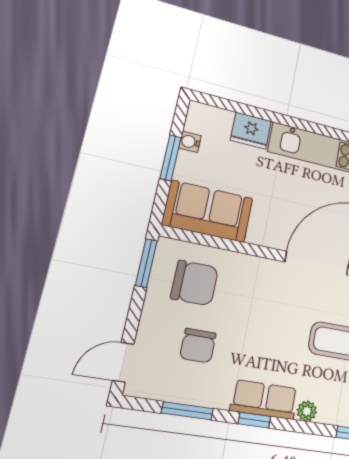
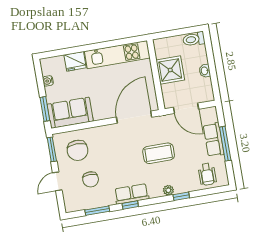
window: (171, 158) -> (45, 109), moved
chair: (195, 283) -> (78, 150), turned 90
door: (123, 362) -> (57, 181), moved
plant: (307, 411) -> (168, 190), moved

